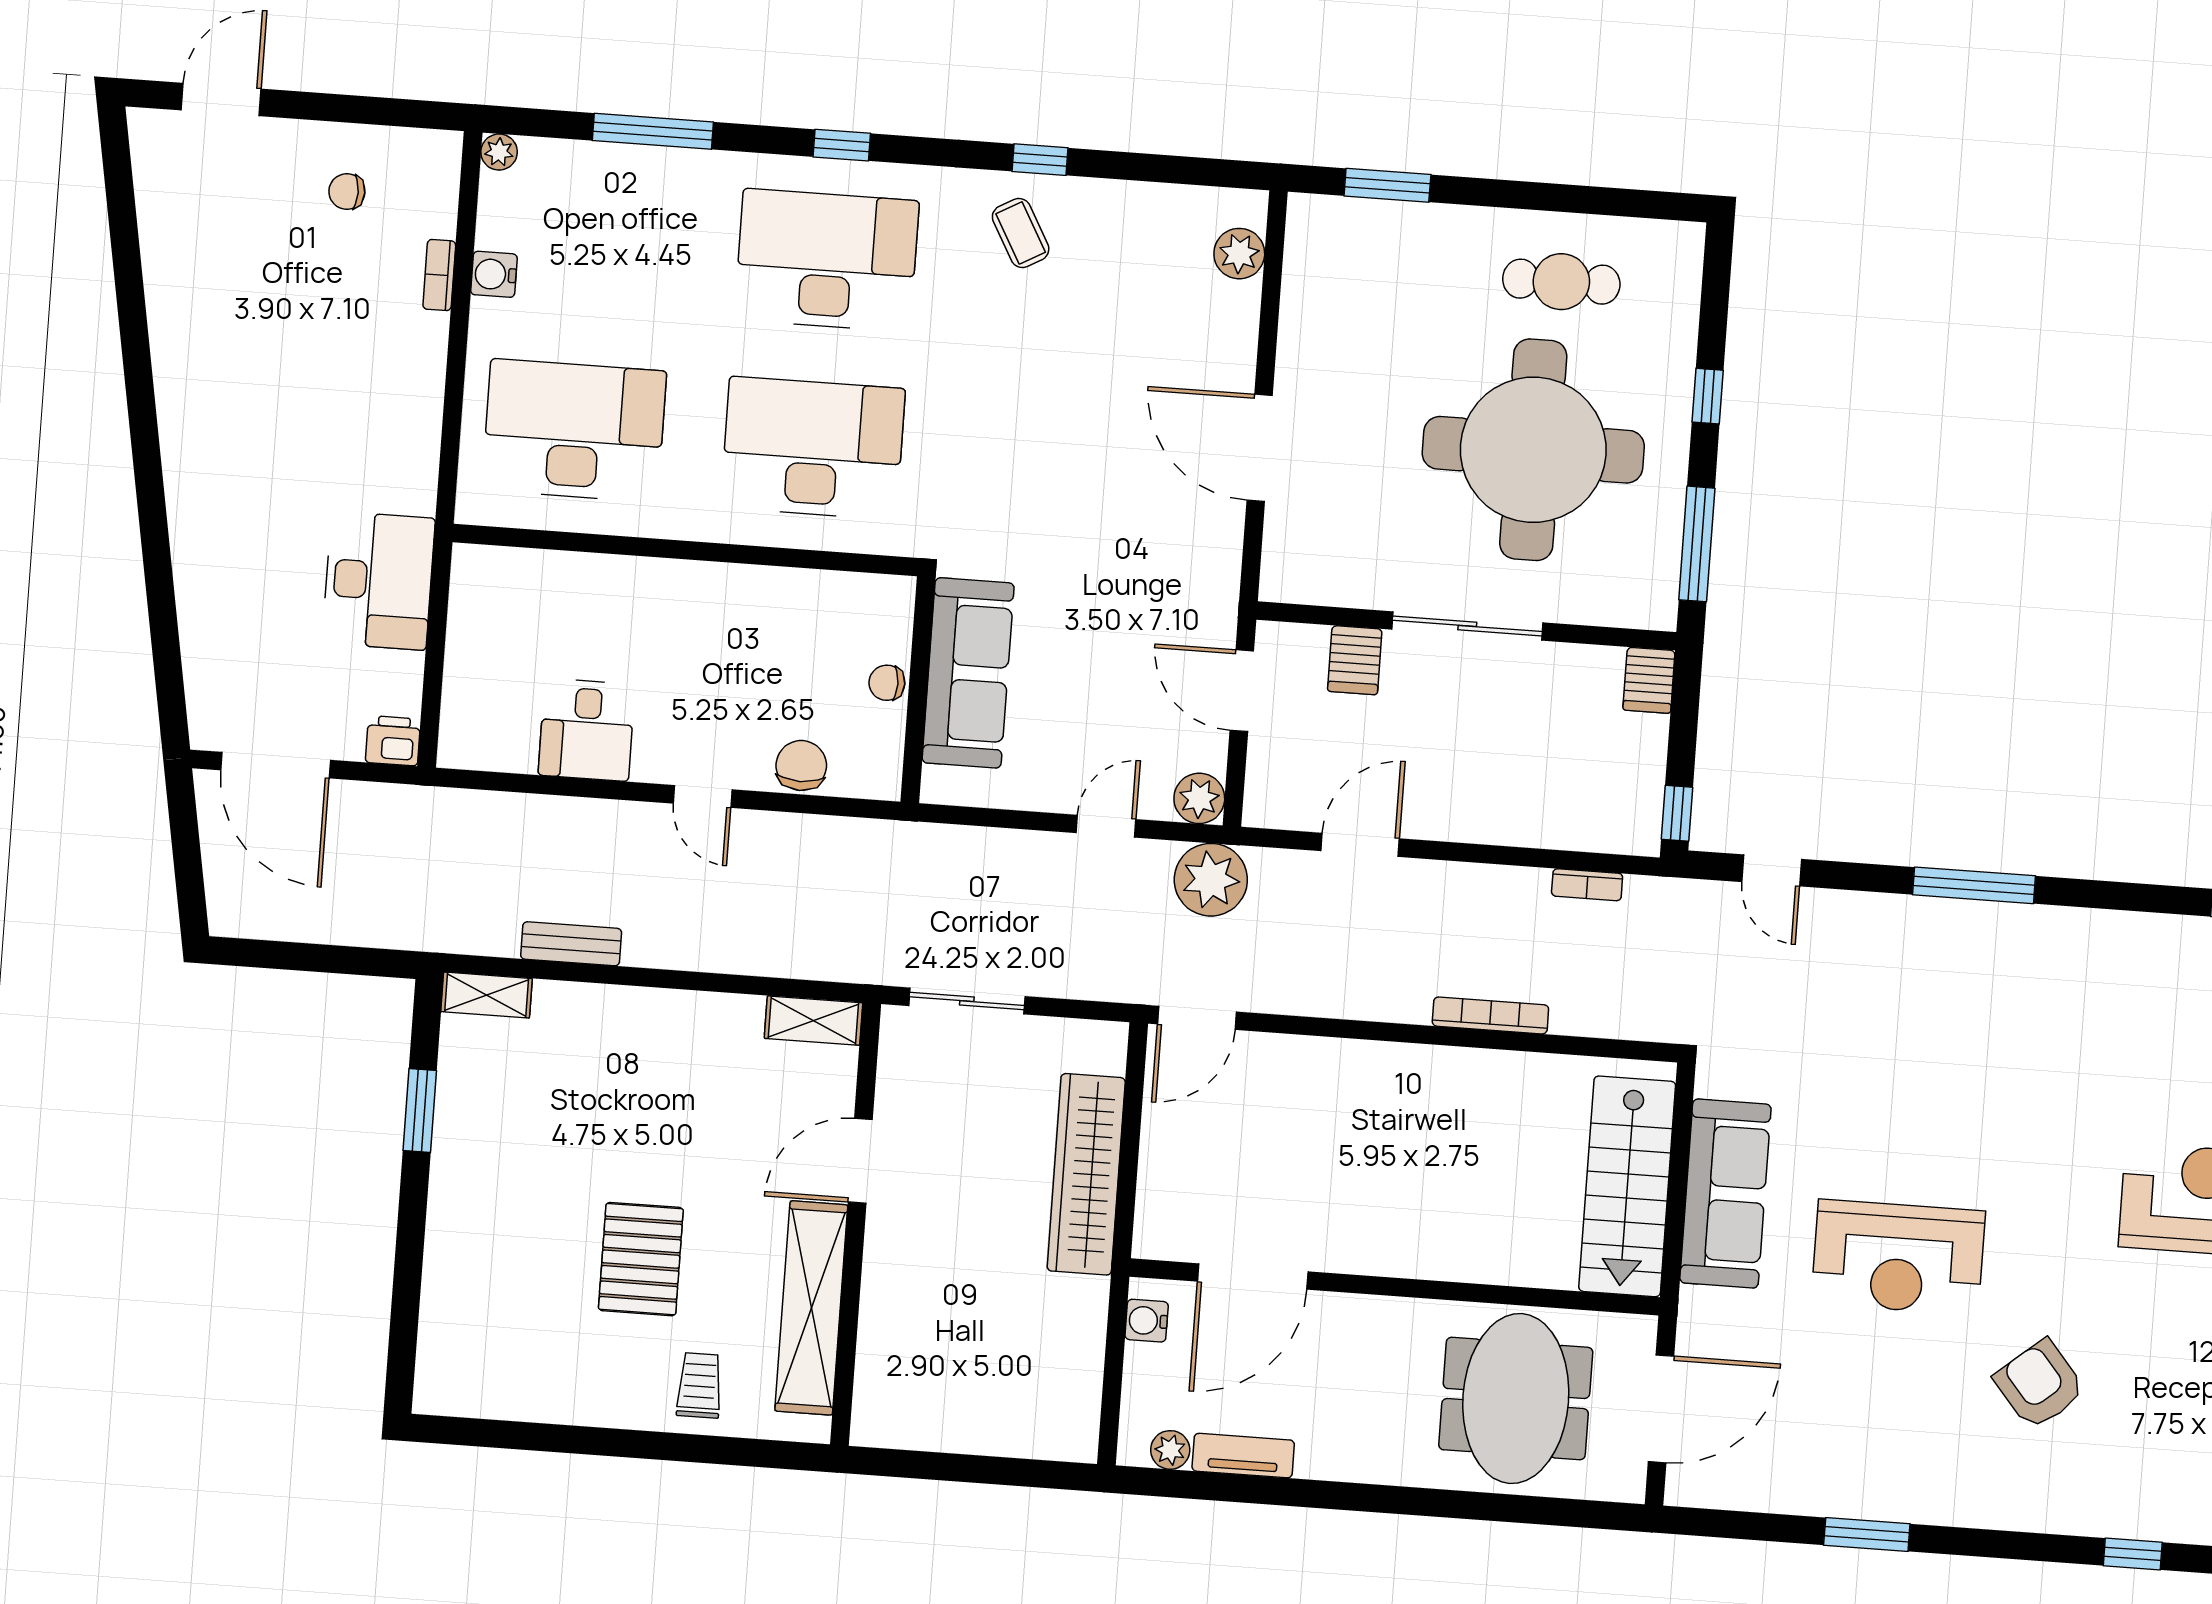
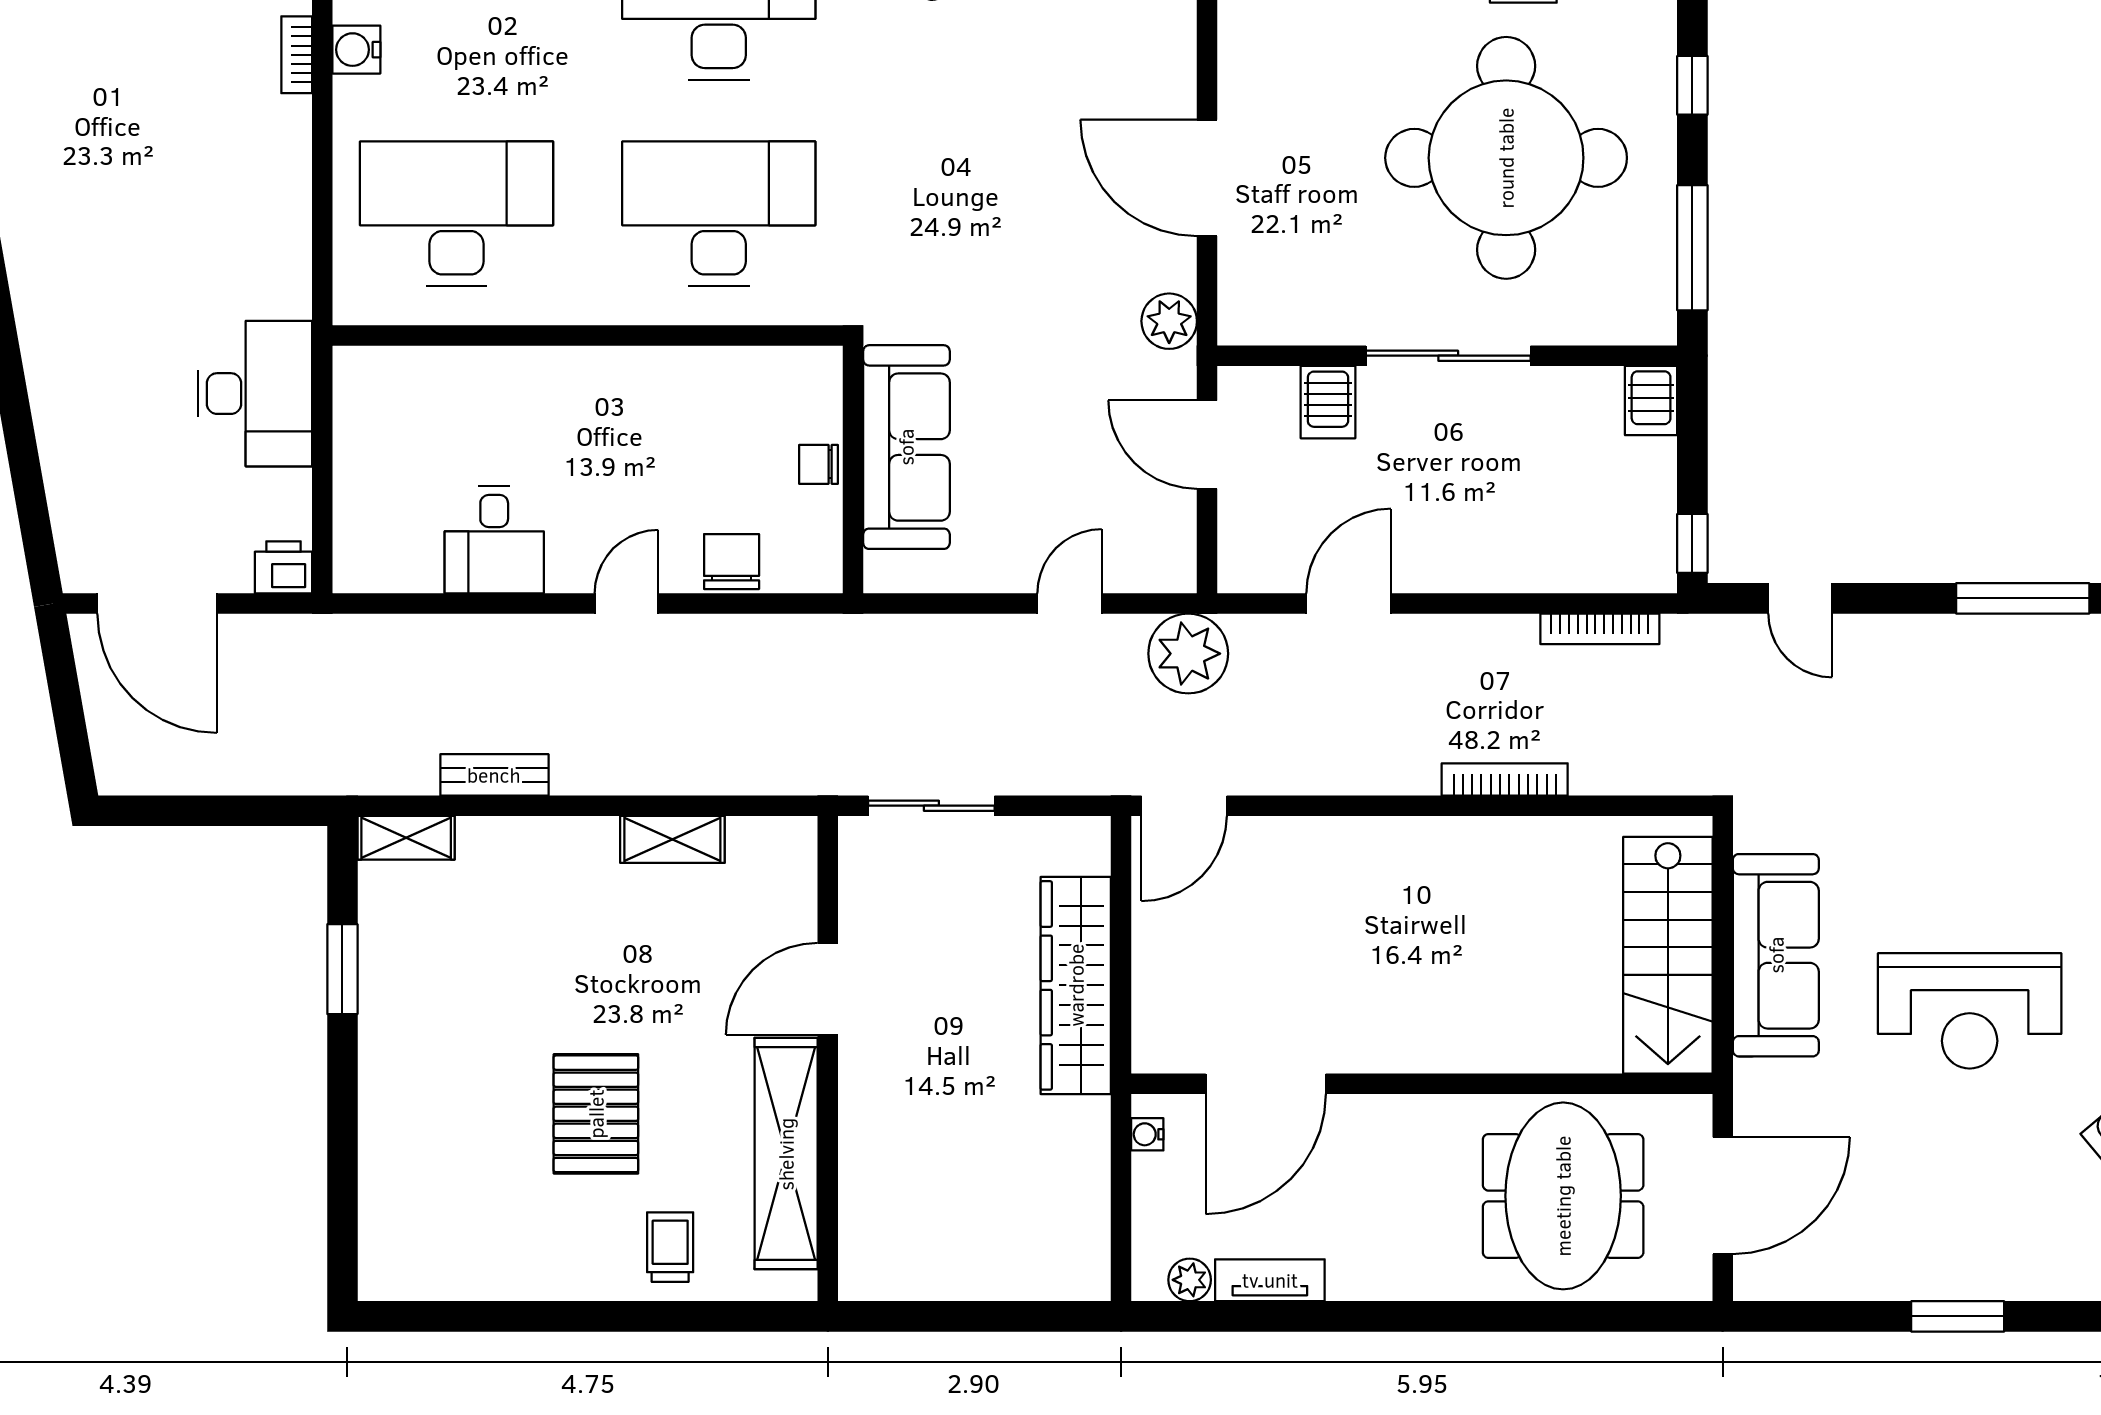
door: (703, 797) -> (626, 603), swing flipped
plant: (1199, 798) -> (1169, 321), moved
bookcase: (1587, 885) -> (1600, 629), width x1.56
shelving: (813, 1021) -> (672, 839), moved
water cooler: (1147, 1321) -> (1147, 1134), width x0.72, depth x0.72

